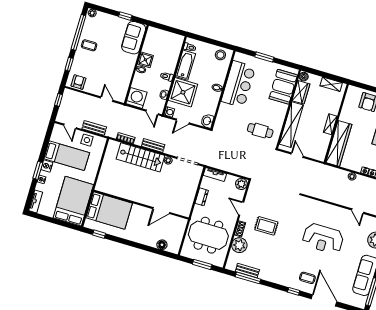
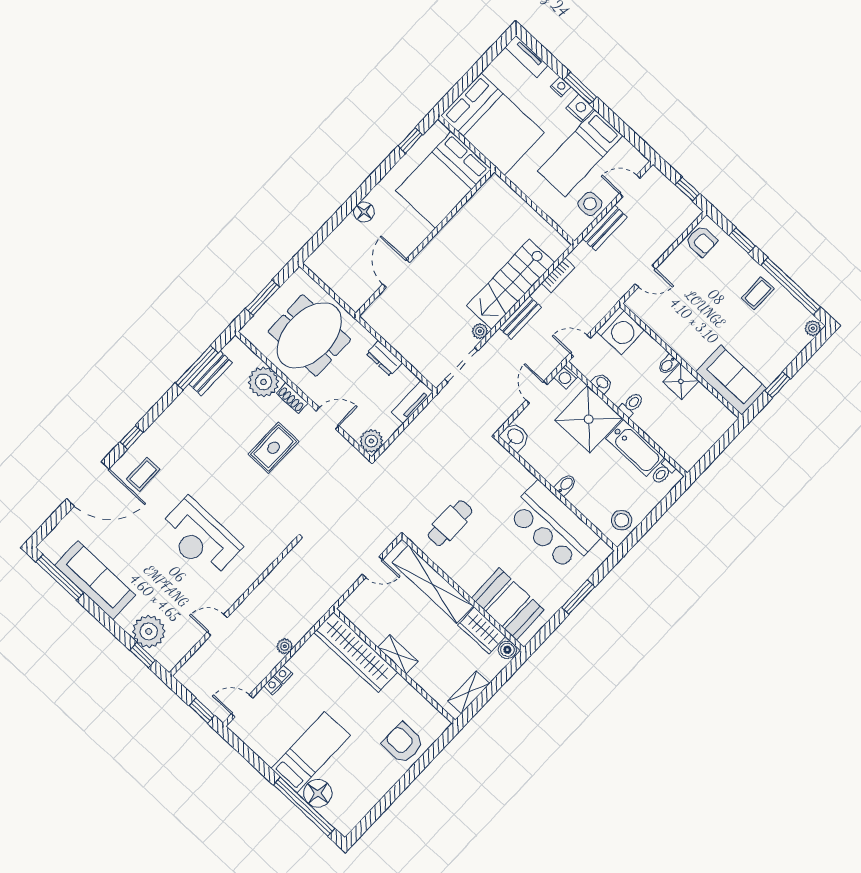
reception desk: (323, 239) -> (200, 538), turned -90
floor lamp: (162, 245) -> (364, 212), moved

